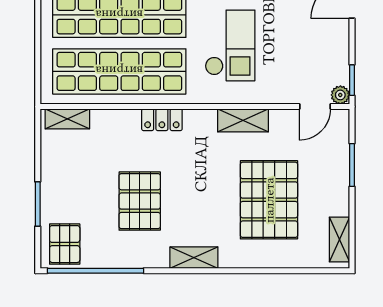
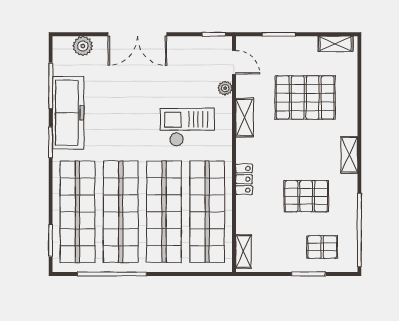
plant: (340, 95) -> (225, 88), moved
pallet: (65, 244) -> (322, 247), moved

